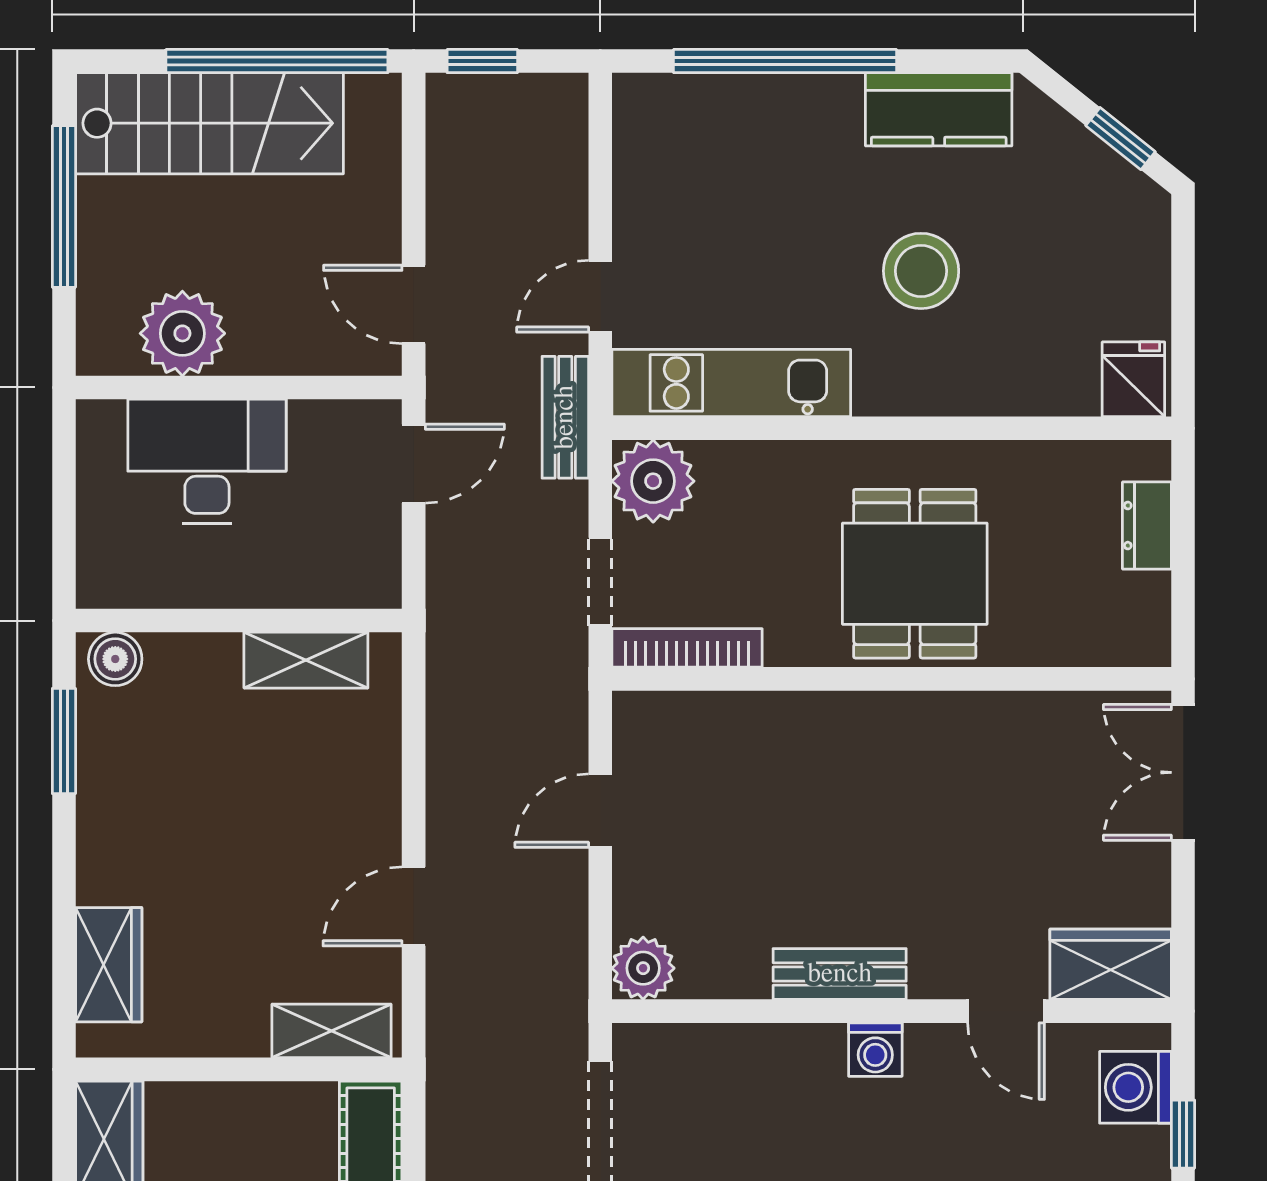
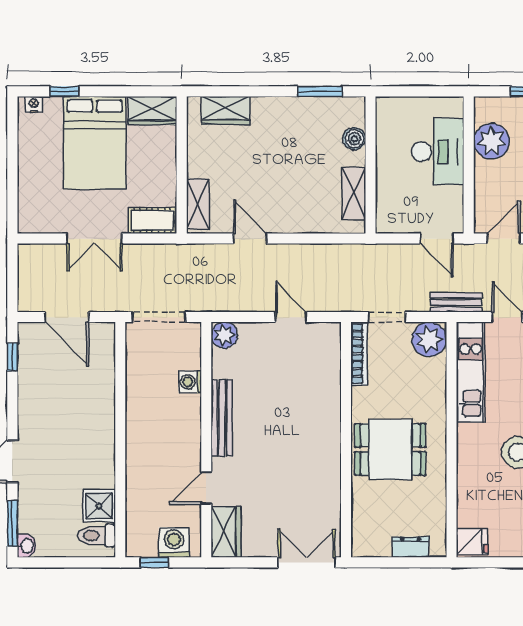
boiler: (115, 659) -> (354, 139), moved
bench: (840, 974) -> (222, 418), width x1.36
washing machine: (875, 1050) -> (190, 382), moved

